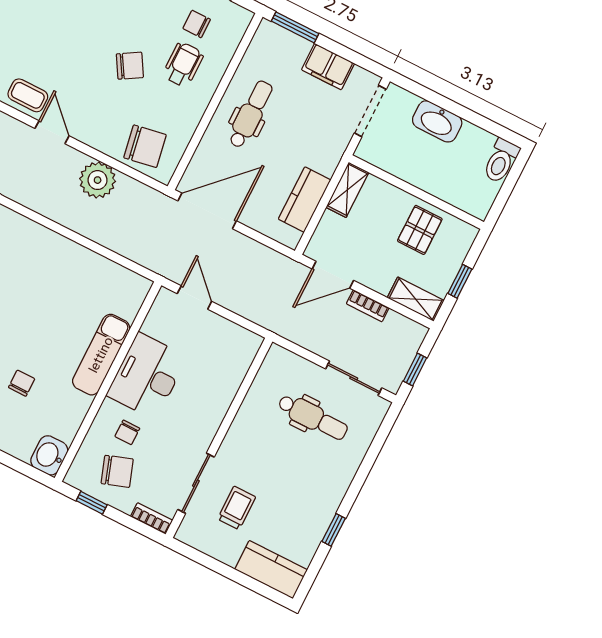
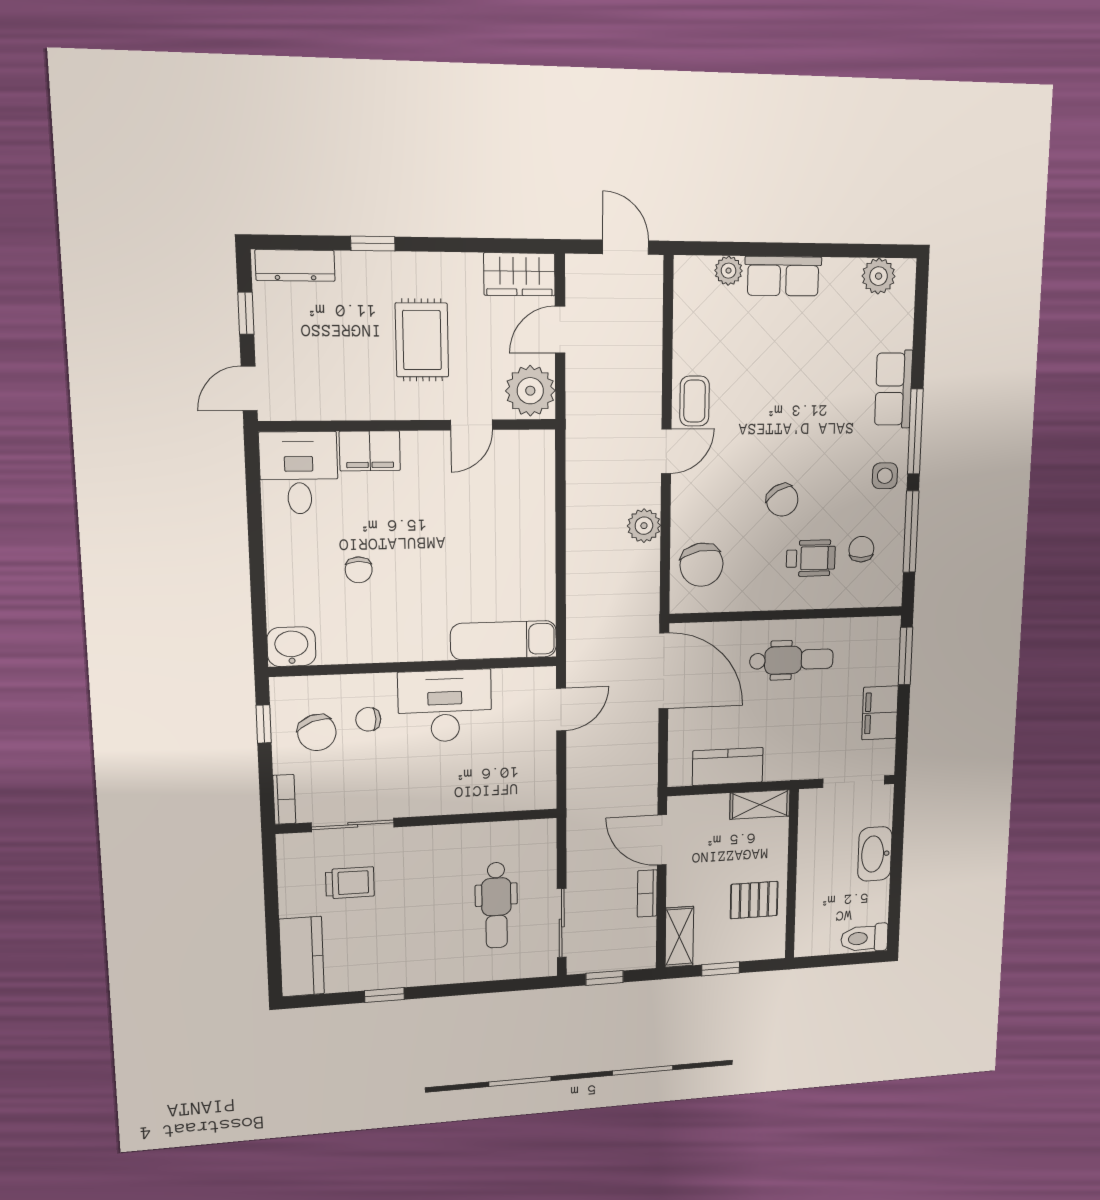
plant: (98, 180) -> (644, 526), width x0.73, depth x0.73
exam couch: (101, 355) -> (504, 640), moved
chair: (22, 383) -> (359, 570), turned 90

